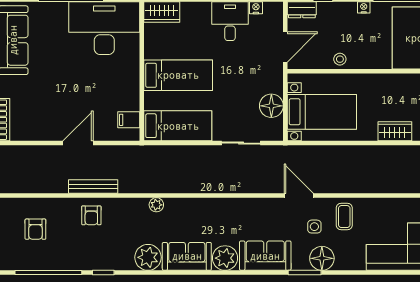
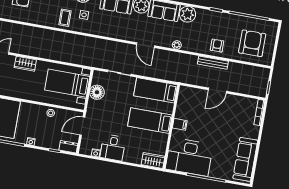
filing cabinet: (129, 120) -> (180, 124), moved
door: (299, 196) -> (146, 45), moved
armchair: (35, 229) -> (252, 43), width x1.88, depth x1.88

